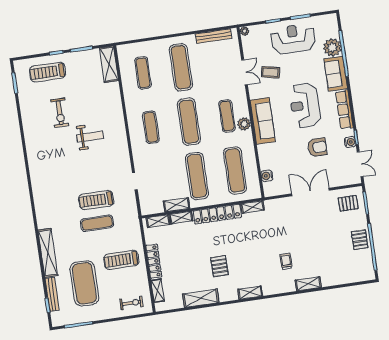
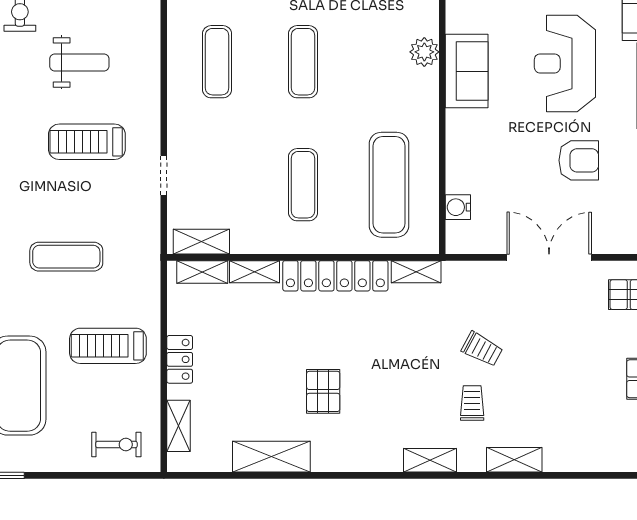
exercise mat: (227, 116) -> (389, 62), removed
sofa: (263, 121) -> (467, 71), width x0.73
exercise mat: (189, 122) -> (303, 62), width x0.73, depth x0.69
plant: (244, 124) -> (424, 52), moved
exercise mat: (197, 176) -> (303, 185), width x0.73, depth x0.69
treadmill: (96, 200) -> (87, 142), moved
shelving: (177, 205) -> (201, 242), moved
trolley: (287, 237) -> (482, 349), added
locker: (154, 261) -> (180, 359), width x0.66
shelving: (250, 293) -> (430, 460), moved

